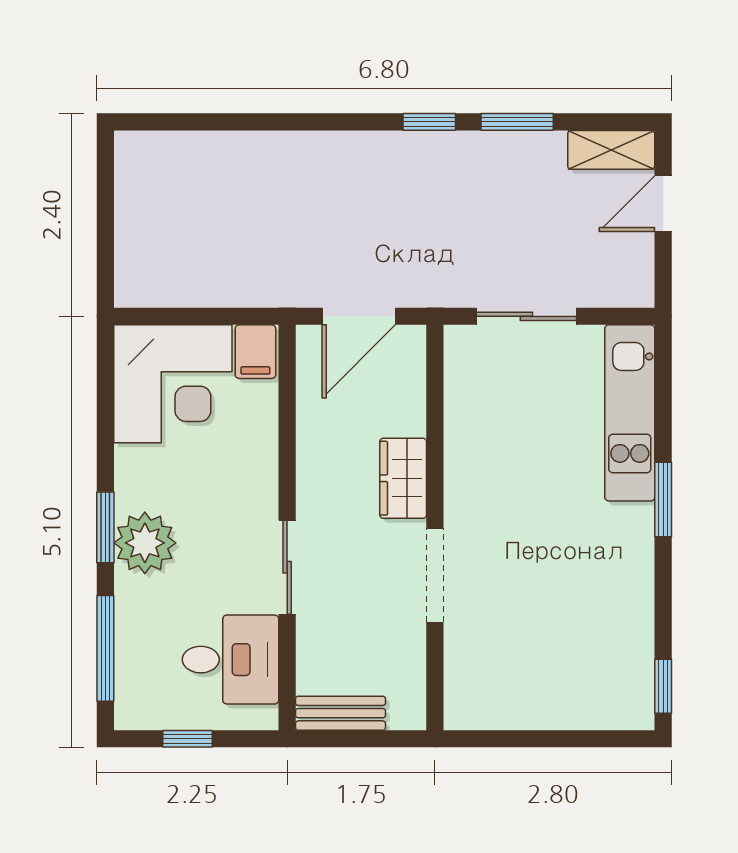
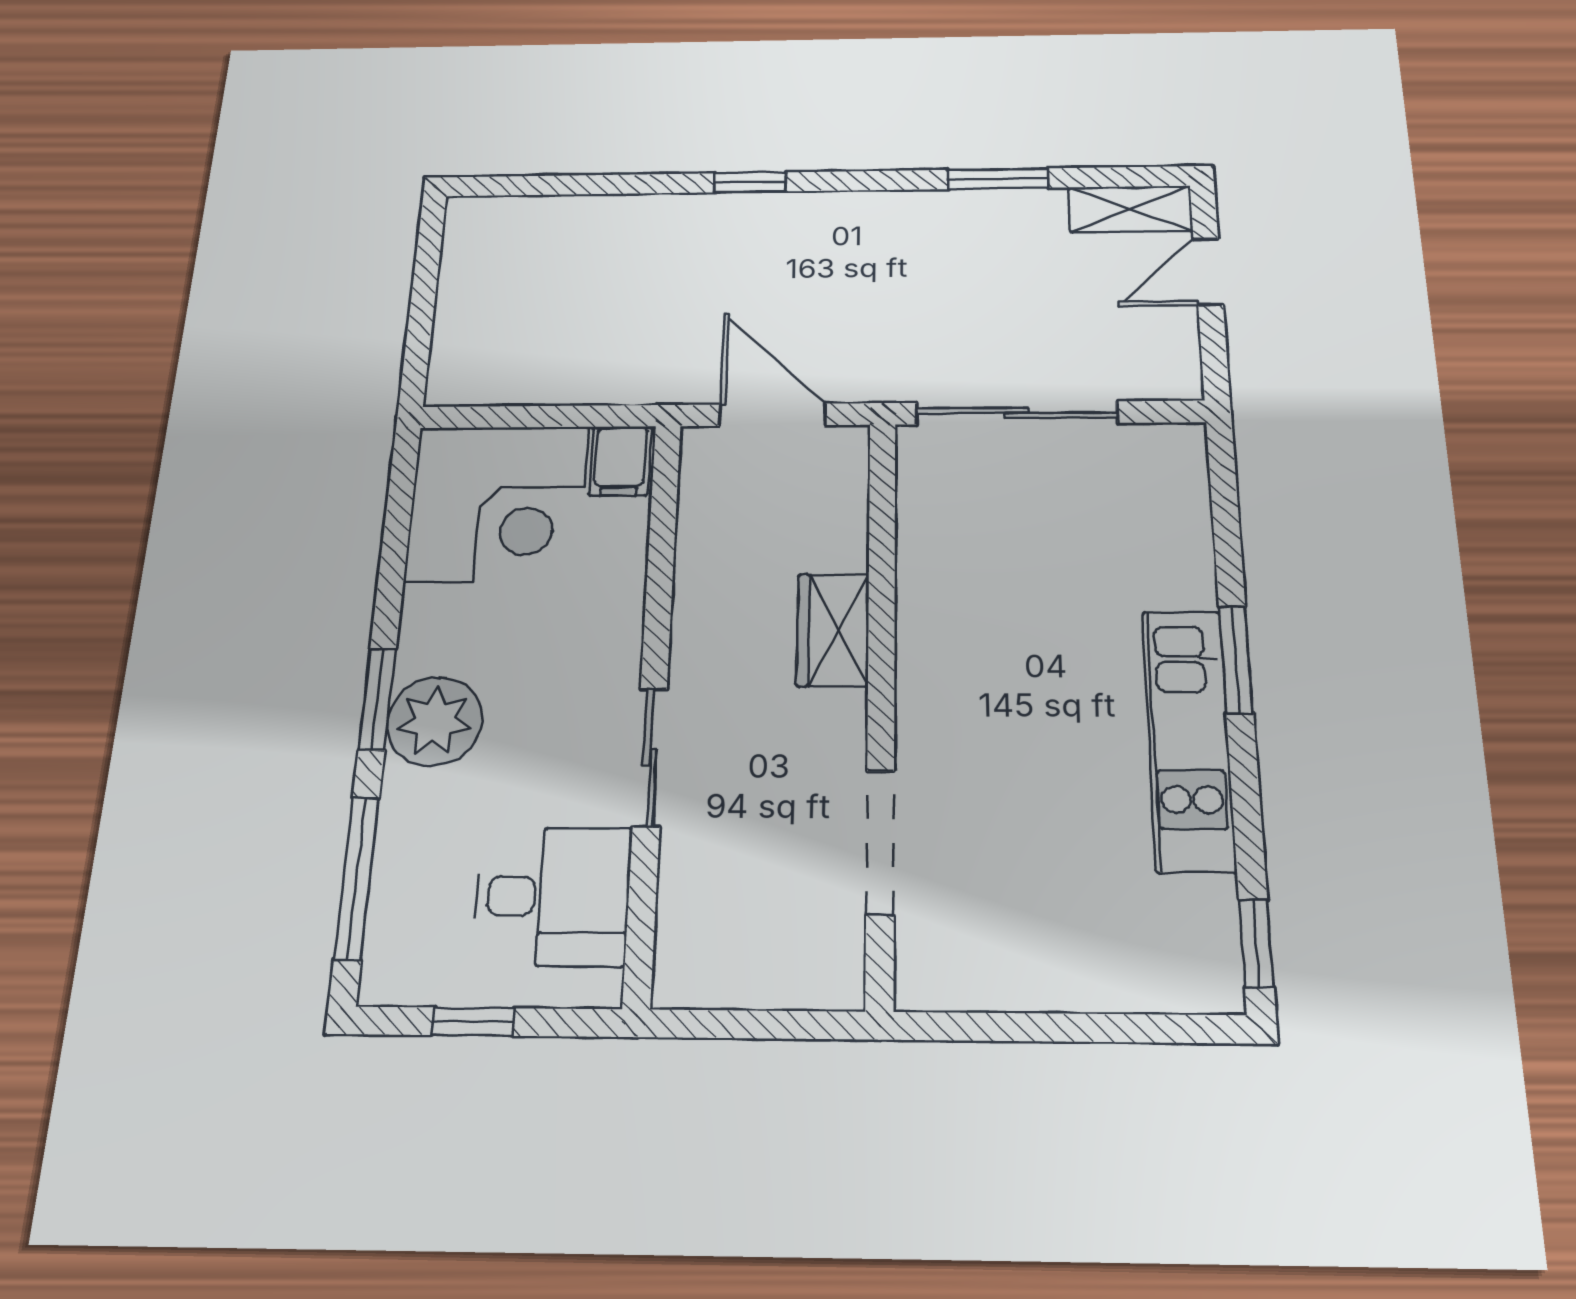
window: (429, 122) -> (750, 182), moved
door: (359, 316) -> (772, 415), swing flipped
sliding door: (526, 316) -> (1016, 413), width x1.37
kitchen unit: (630, 413) -> (1188, 739), moved
doorway: (435, 575) -> (880, 842), moved
bench: (340, 713) -> (725, 982), removed

